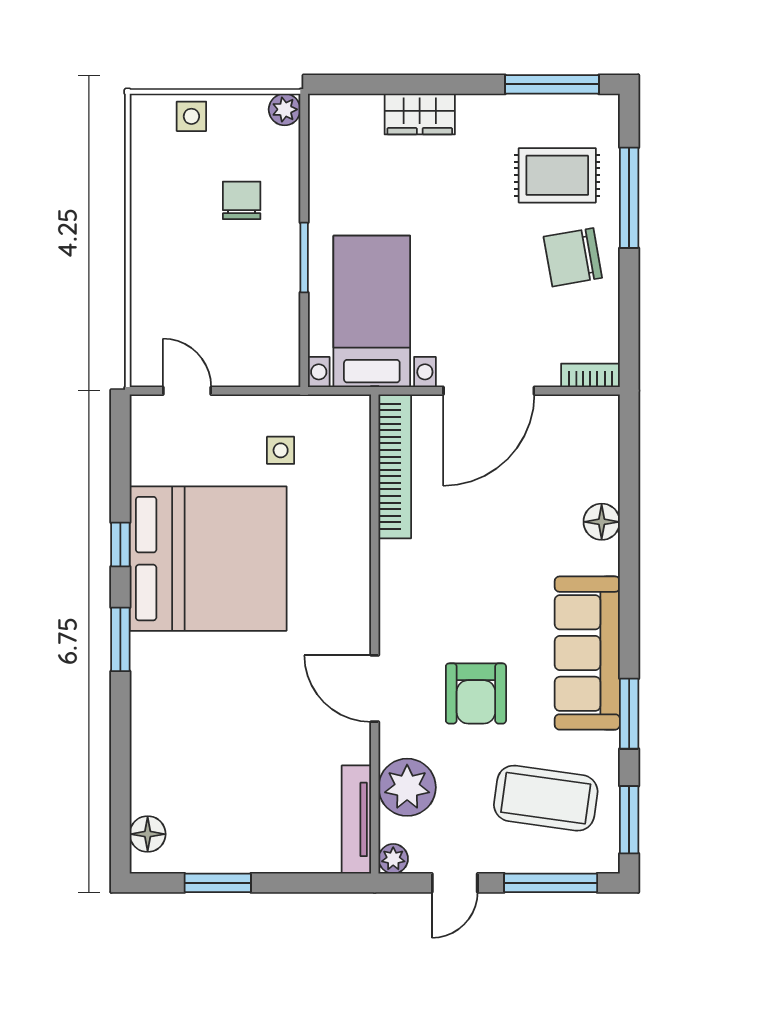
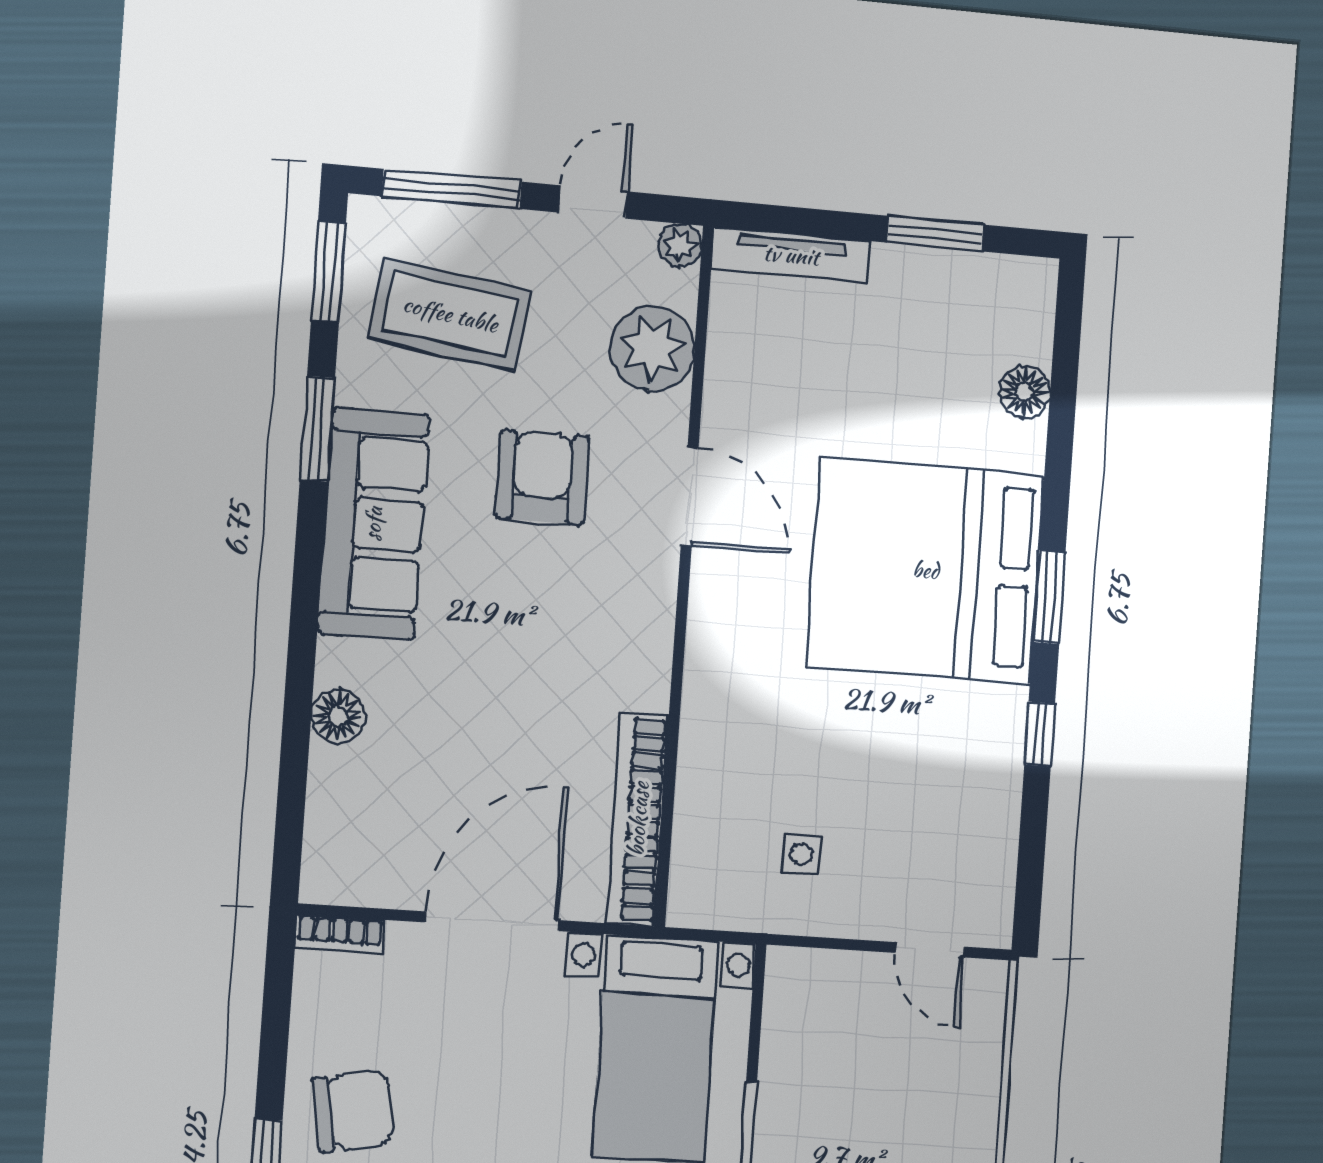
bed: (208, 559) -> (926, 570), moved
tv unit: (356, 819) -> (791, 255), moved, turned 90
floor lamp: (148, 834) -> (1025, 392), moved

